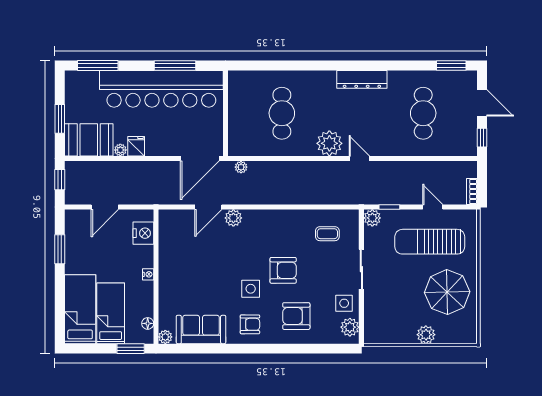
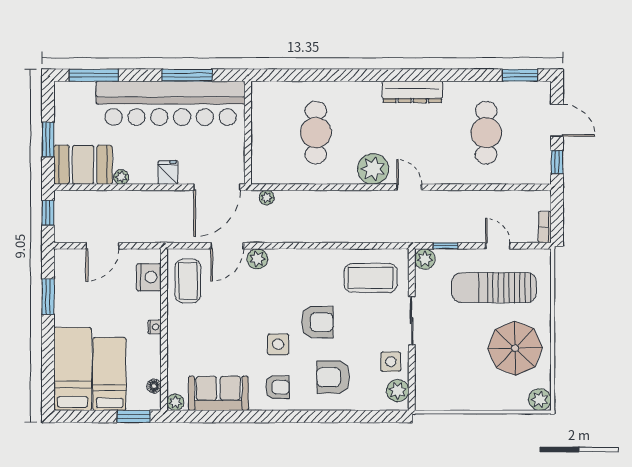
fridge: (136, 146) -> (168, 172), moved
coffee table: (327, 234) -> (371, 278), width x1.86, depth x1.72
coffee table: (176, 236) -> (188, 281), added
plant: (426, 335) -> (540, 400), moved

